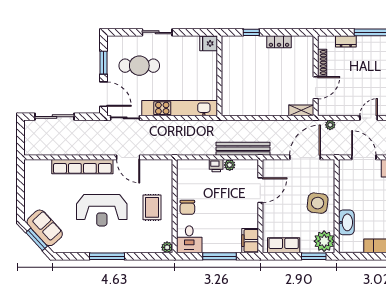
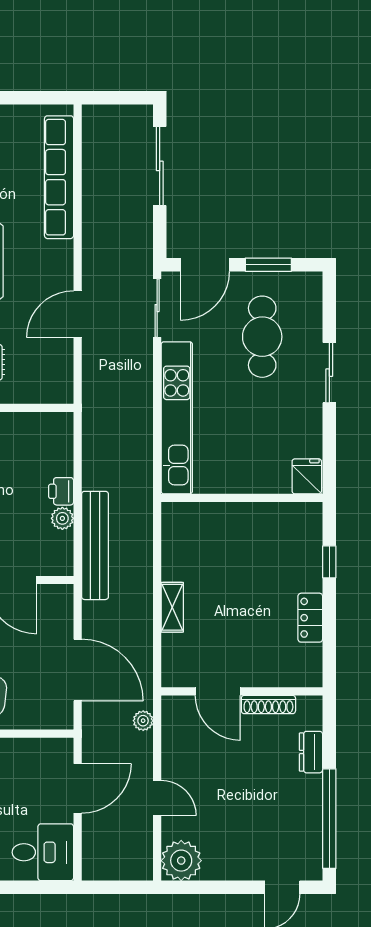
shelving: (301, 110) -> (172, 607), moved
row of seats: (82, 167) -> (59, 177), moved

